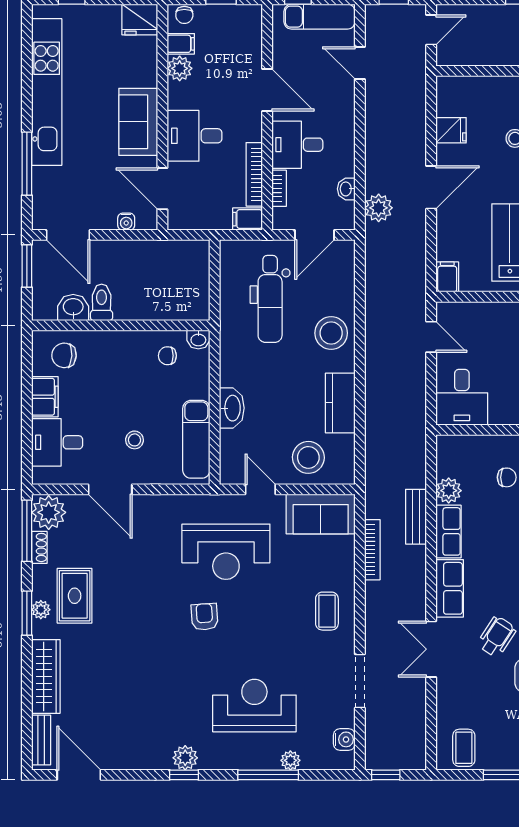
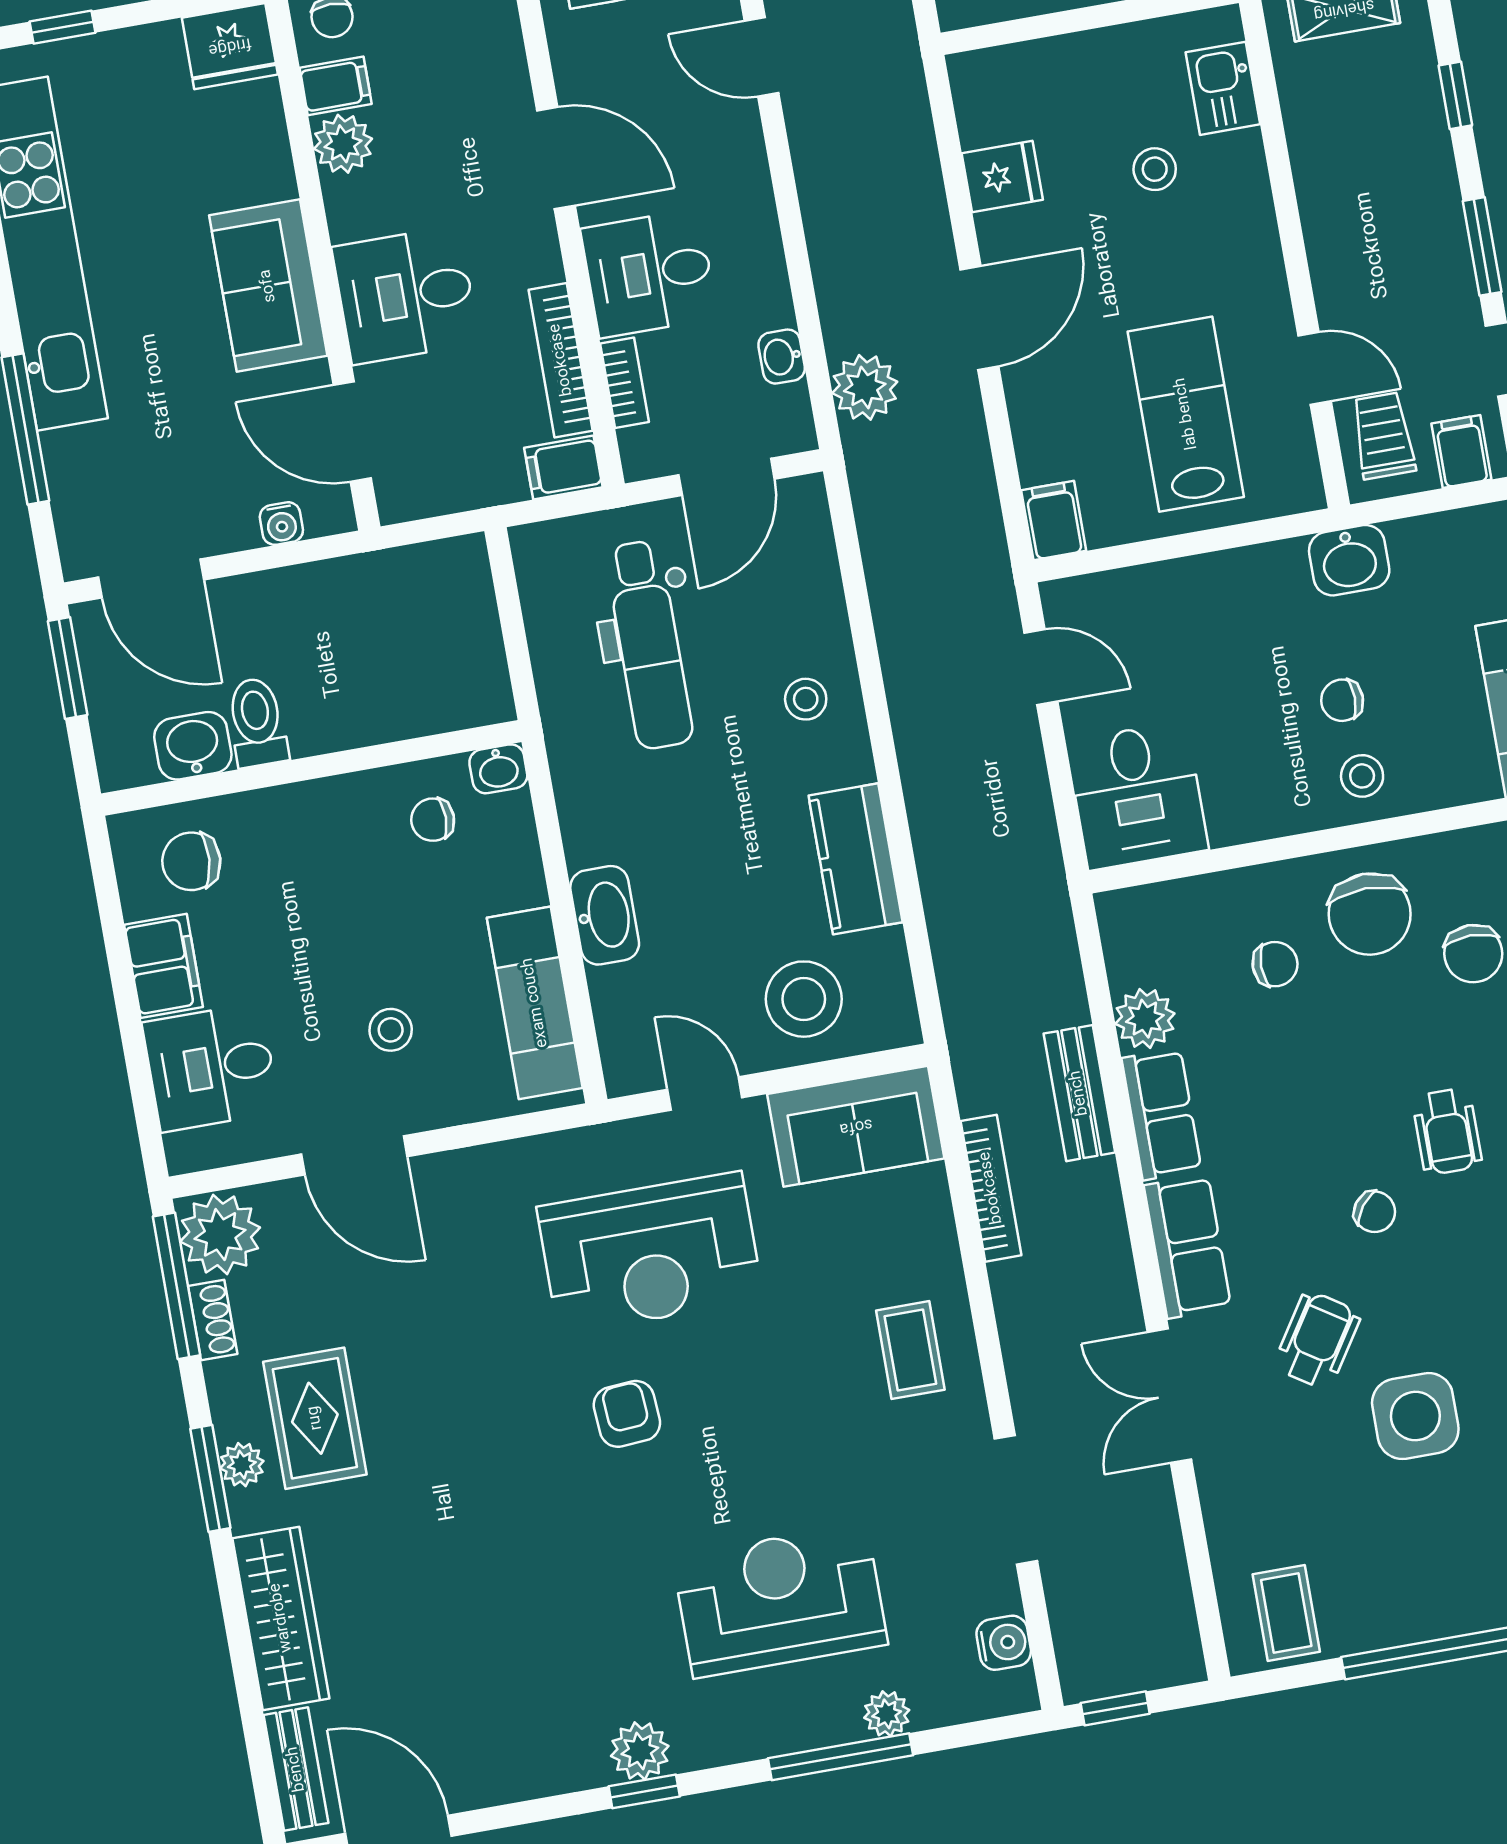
stool: (331, 333) -> (806, 699), width x0.53, depth x0.53

